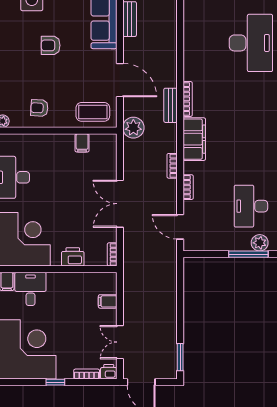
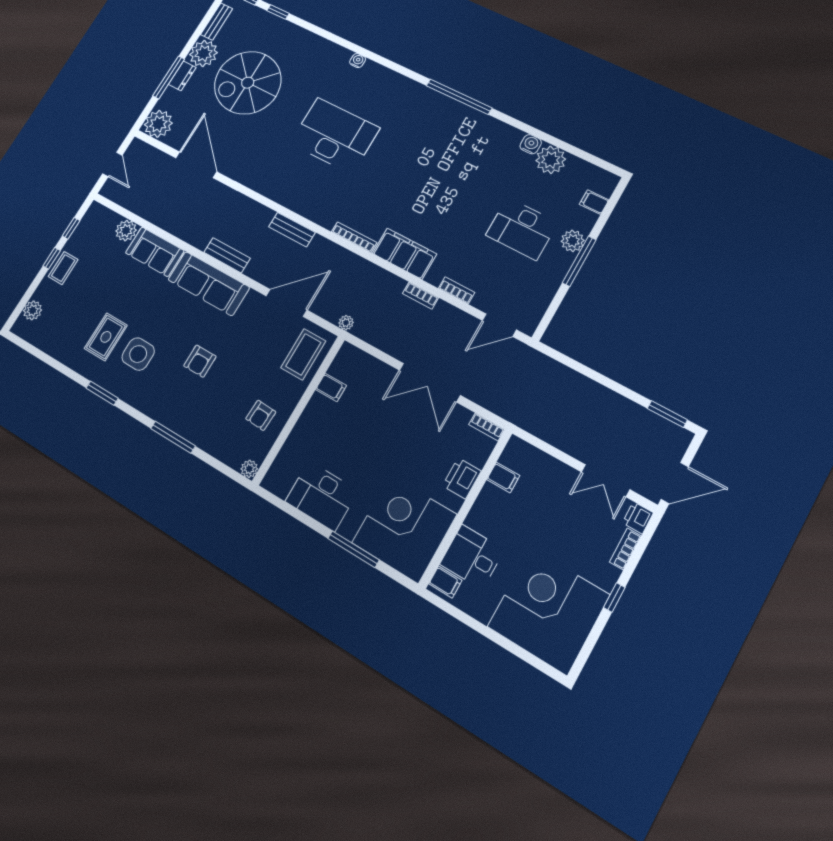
bench: (171, 105) -> (292, 230), moved
plant: (133, 128) -> (346, 323), width x0.53, depth x0.53
filing cabinet: (108, 301) -> (503, 478), moved, turned -90

